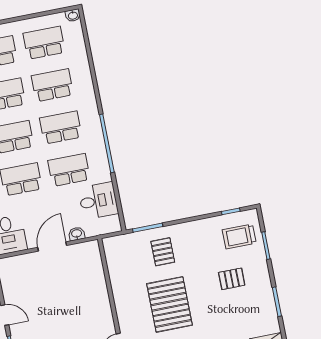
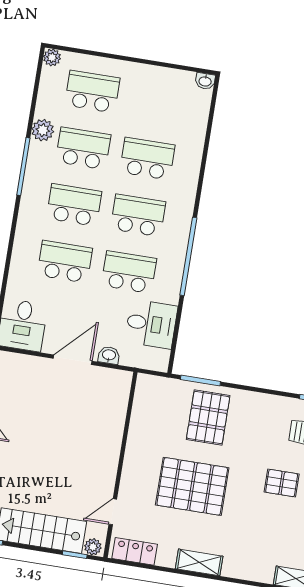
school desk: (44, 43) -> (156, 102), removed
pallet: (163, 252) -> (208, 417), width x1.50, depth x1.42
pallet: (169, 304) -> (192, 486), turned 90

